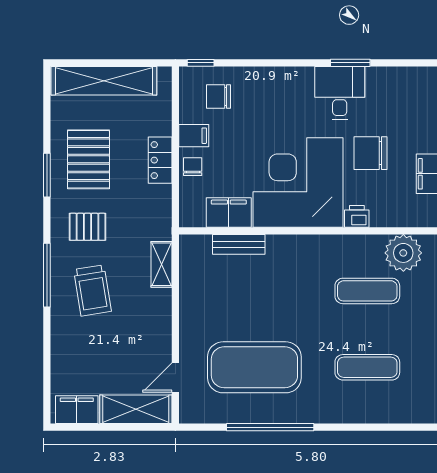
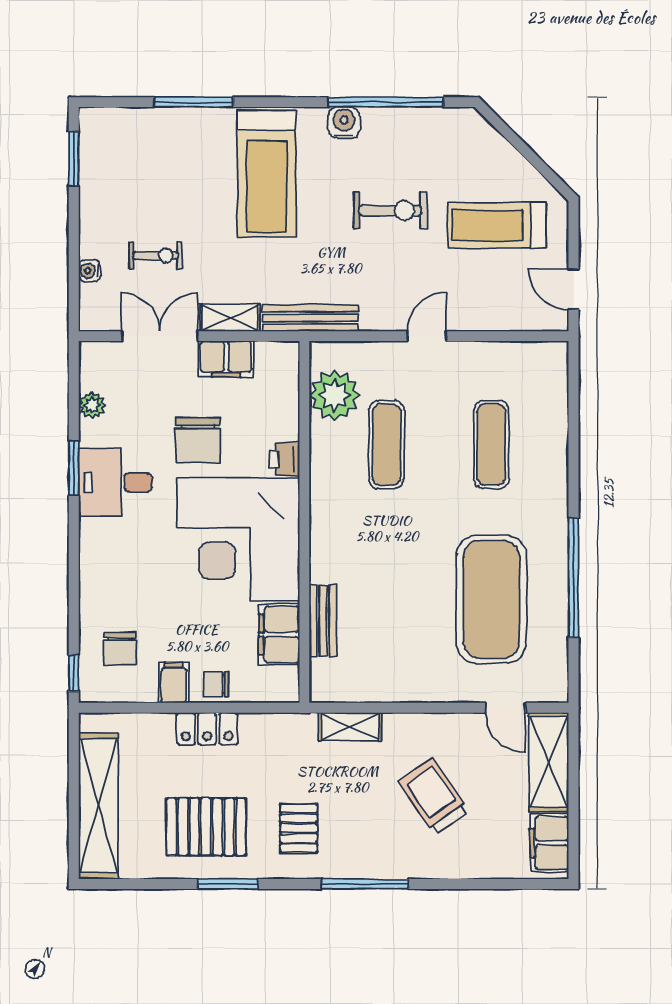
plant: (396, 76) -> (92, 405), added
trolley: (92, 290) -> (434, 796), moved, turned -116

